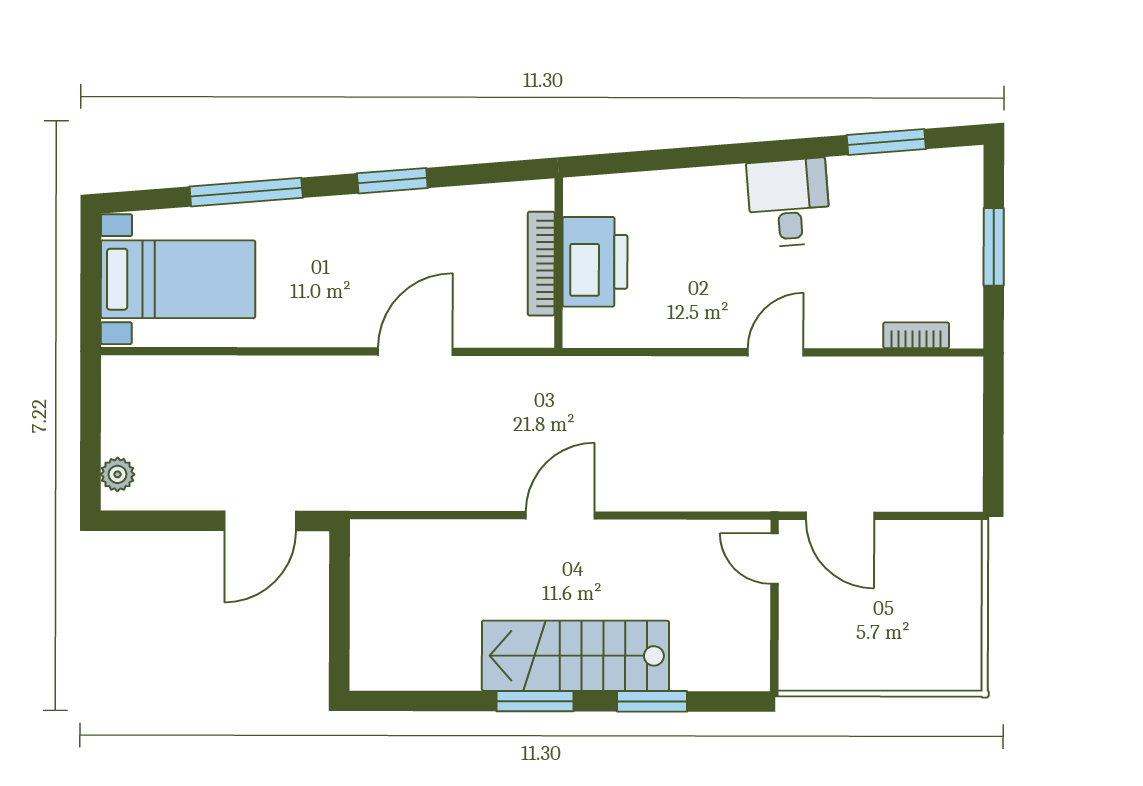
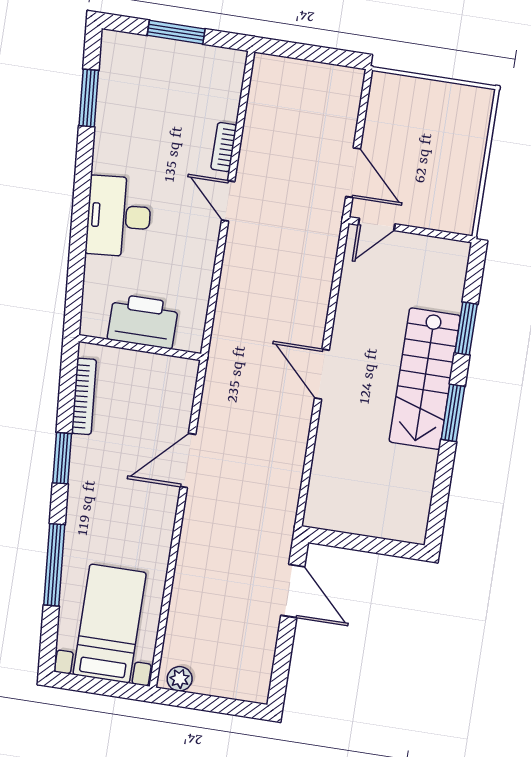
desk: (789, 203) -> (119, 216), moved, width x1.37
bookcase: (541, 264) -> (84, 396), moved, turned -95
bookcase: (916, 335) -> (224, 147), moved
door: (415, 352) -> (188, 460), hinge flipped
plant: (118, 474) -> (180, 679), moved
door: (840, 516) -> (353, 173), hinge flipped

